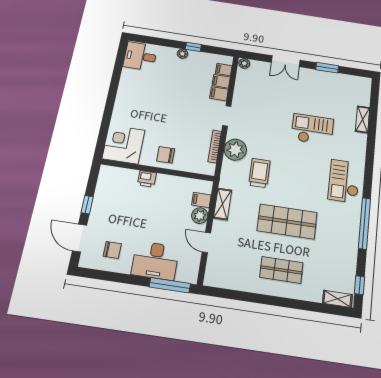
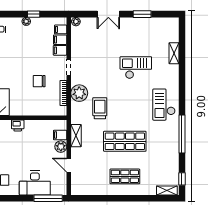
chair: (166, 155) -> (39, 81), moved

